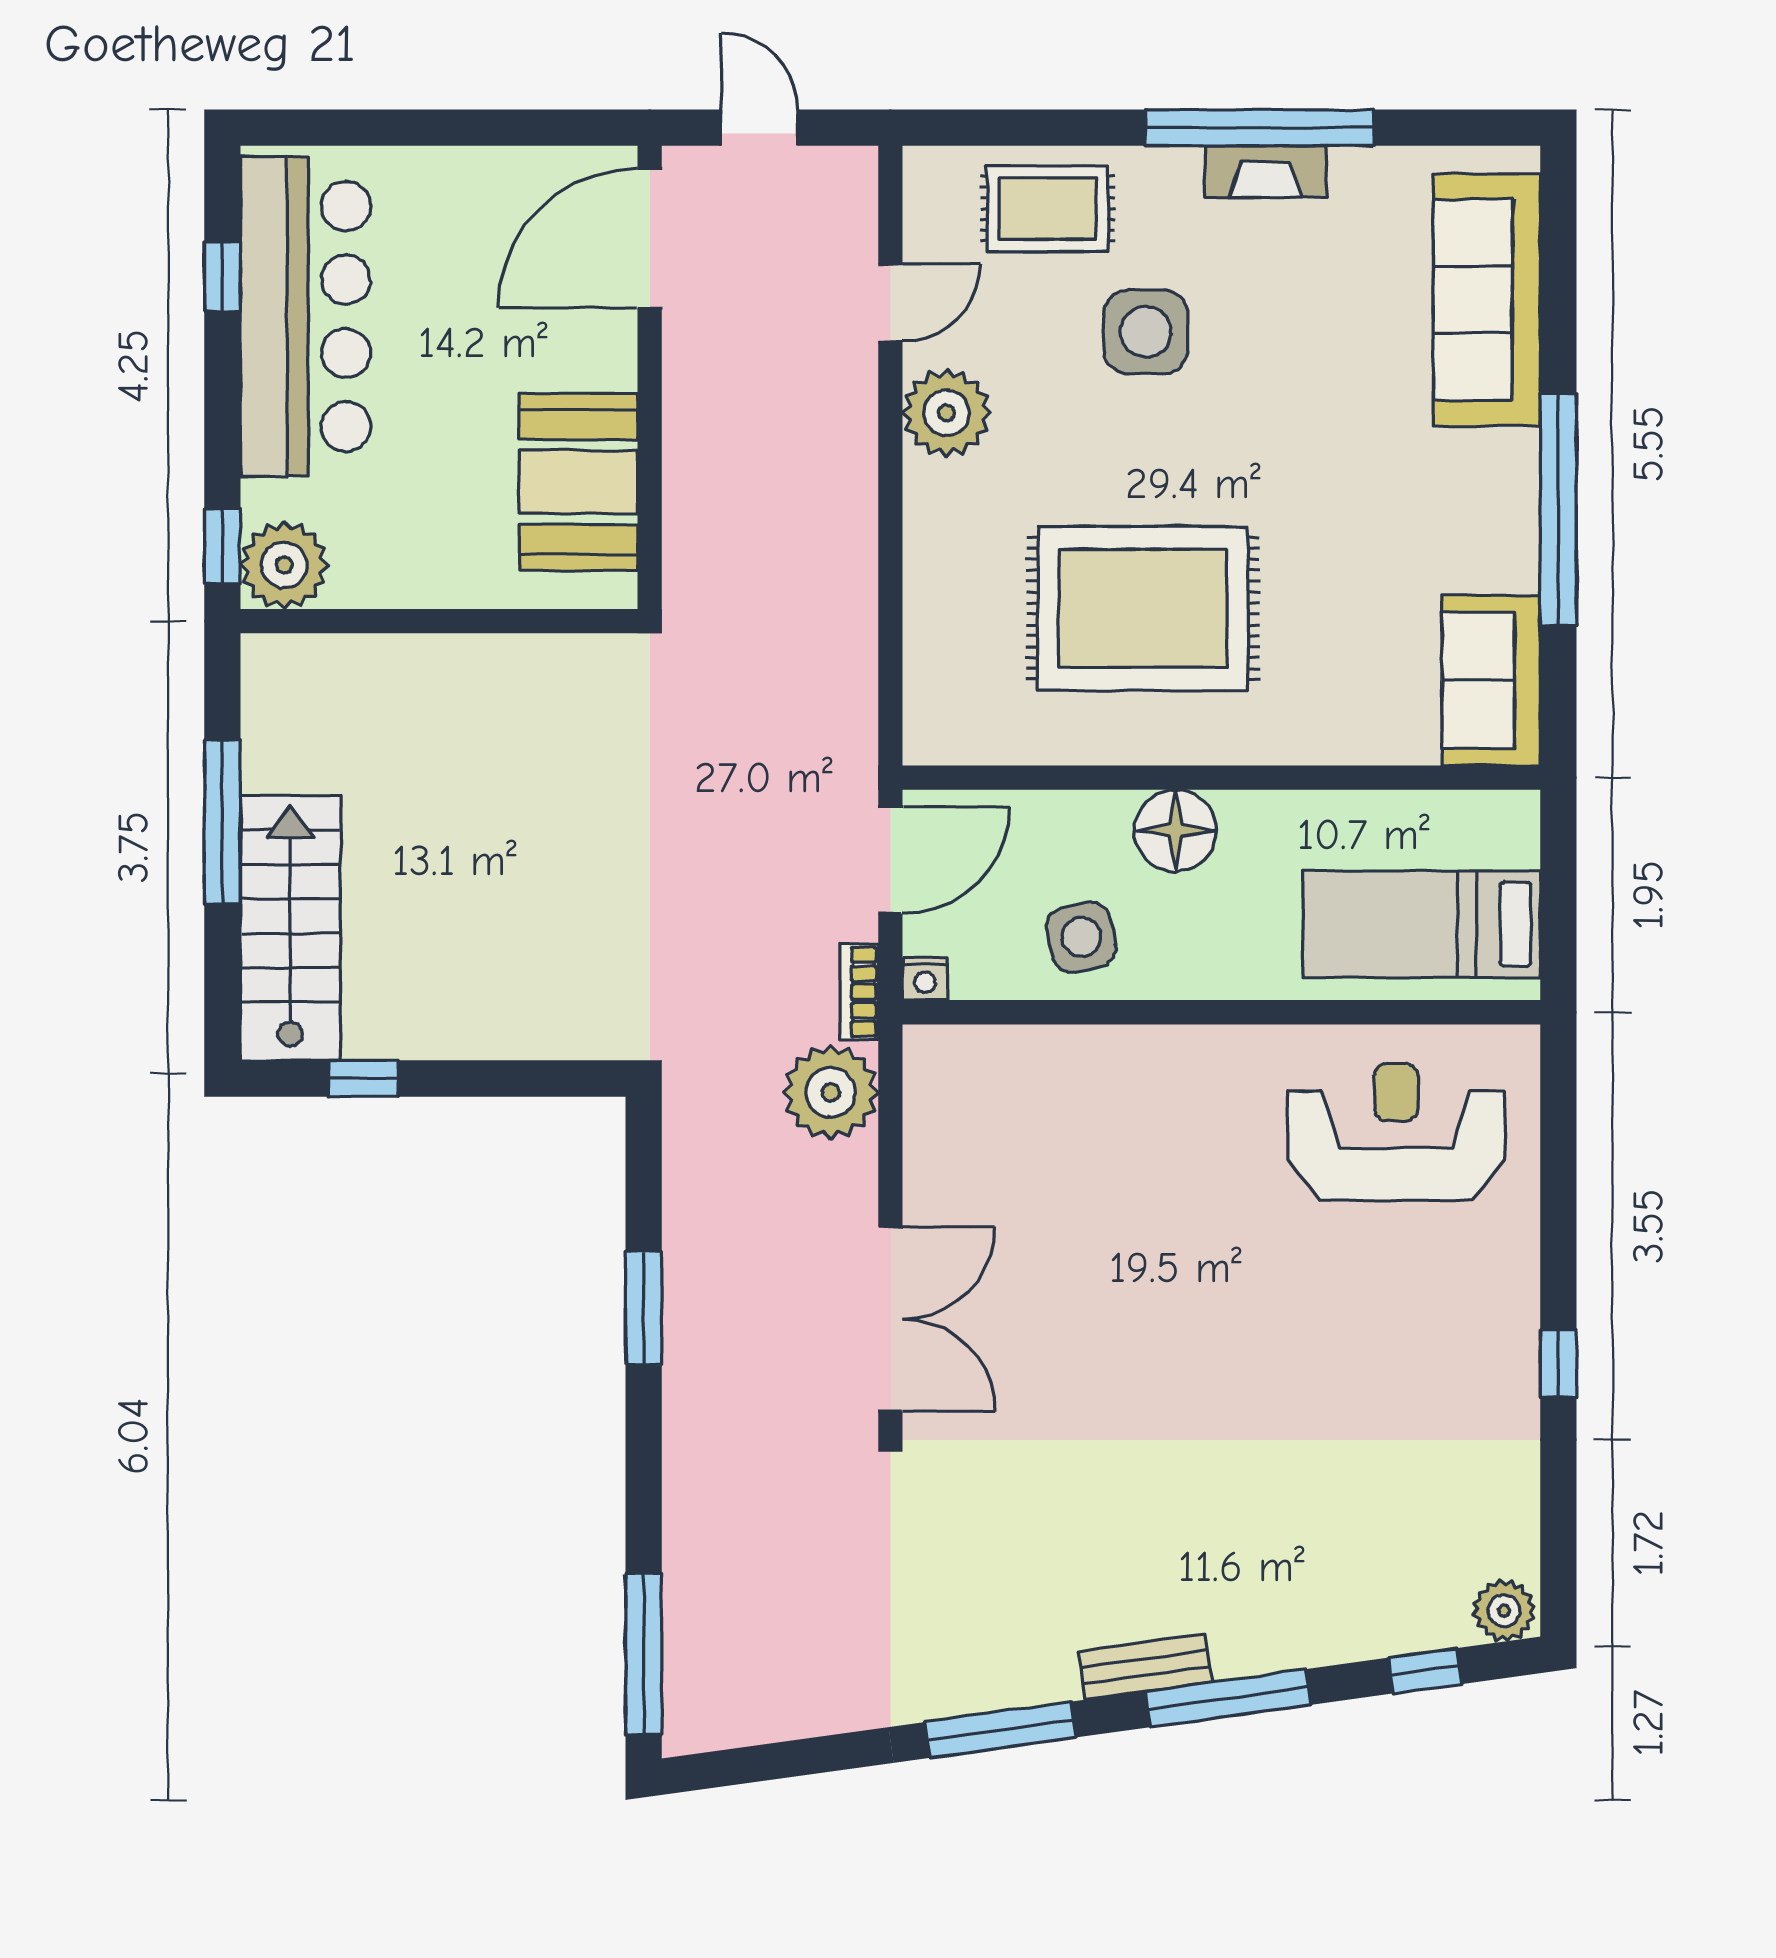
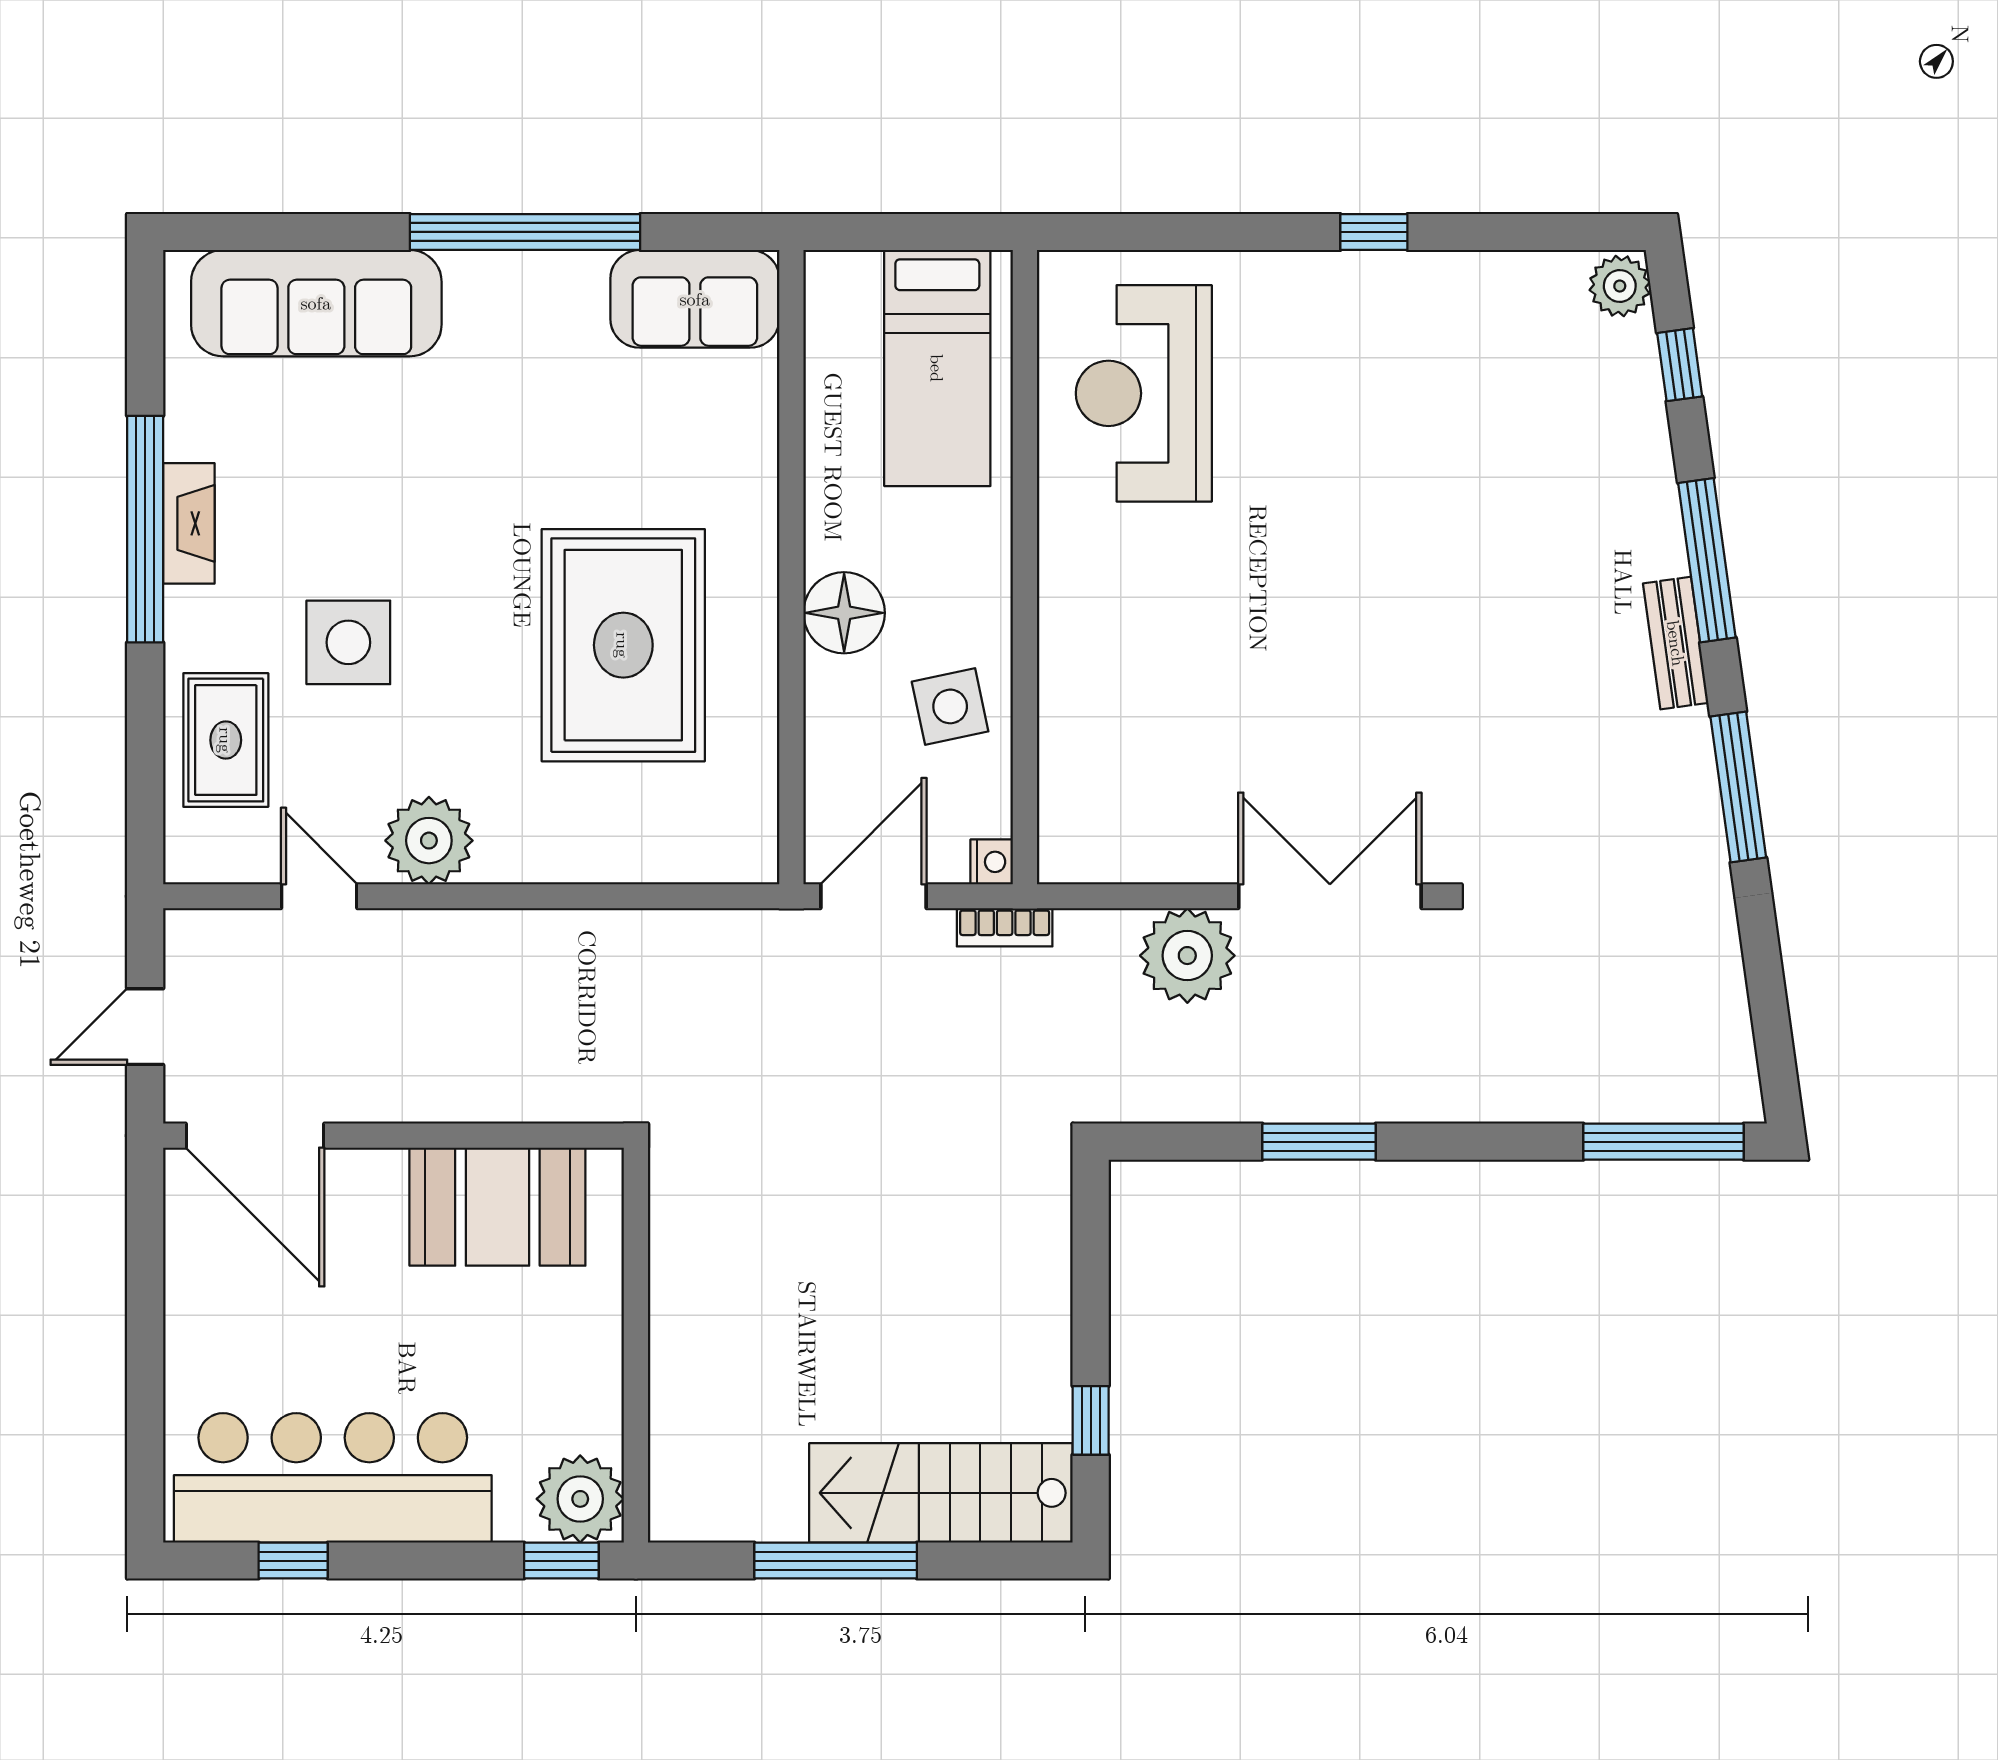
door: (890, 860) -> (873, 896), hinge flipped
plant: (831, 1092) -> (1187, 956), moved

